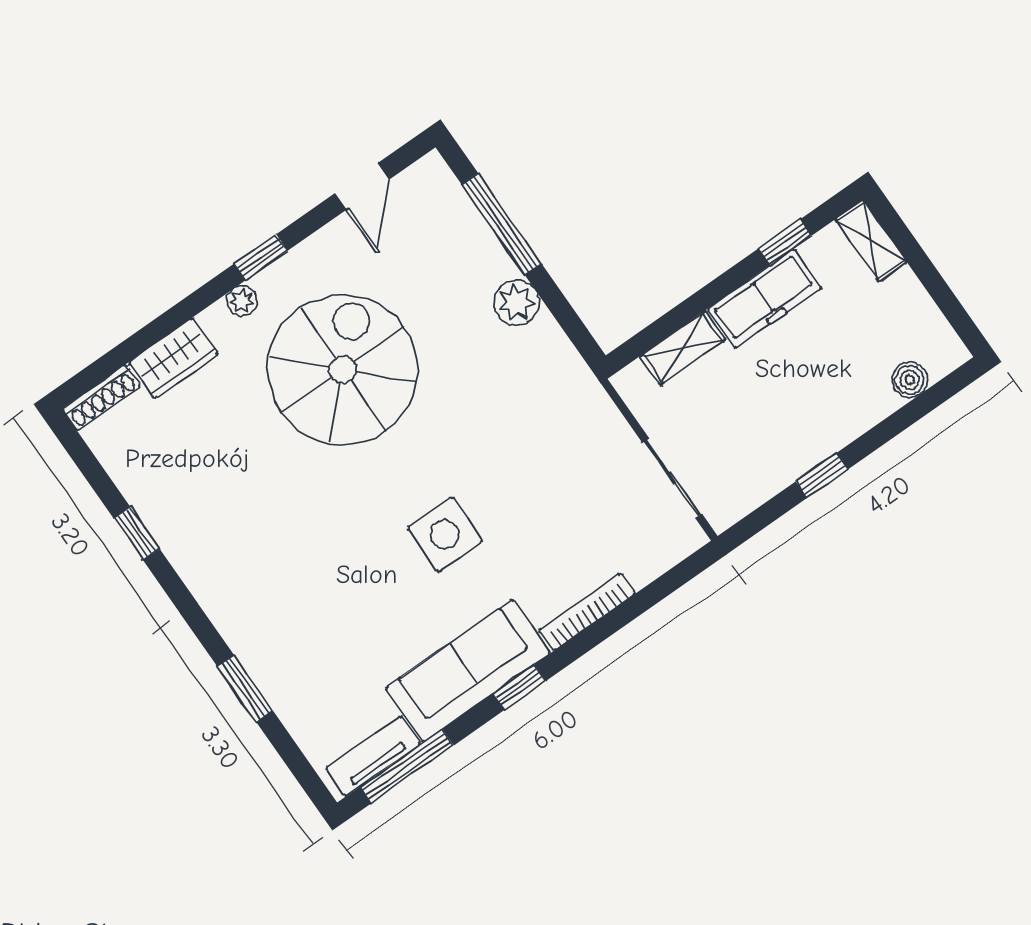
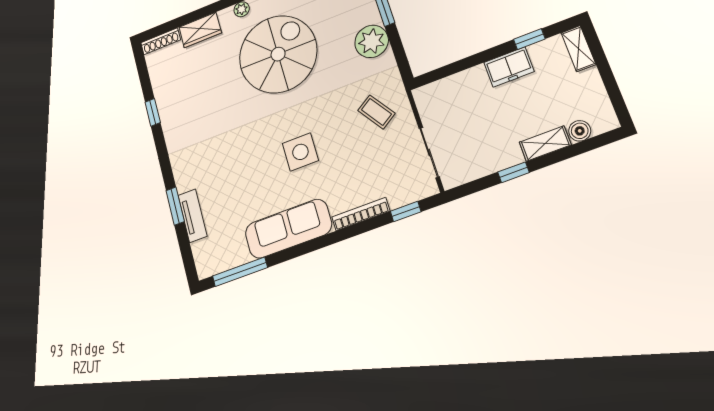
freezer: (764, 299) -> (509, 67), width x0.71
plant: (517, 303) -> (372, 41), width x1.36, depth x1.36
shelving: (682, 348) -> (545, 143), moved
coffee table: (559, 431) -> (376, 112), added
window: (519, 687) -> (406, 212), moved
tv unit: (373, 756) -> (192, 216), moved, turned 90

